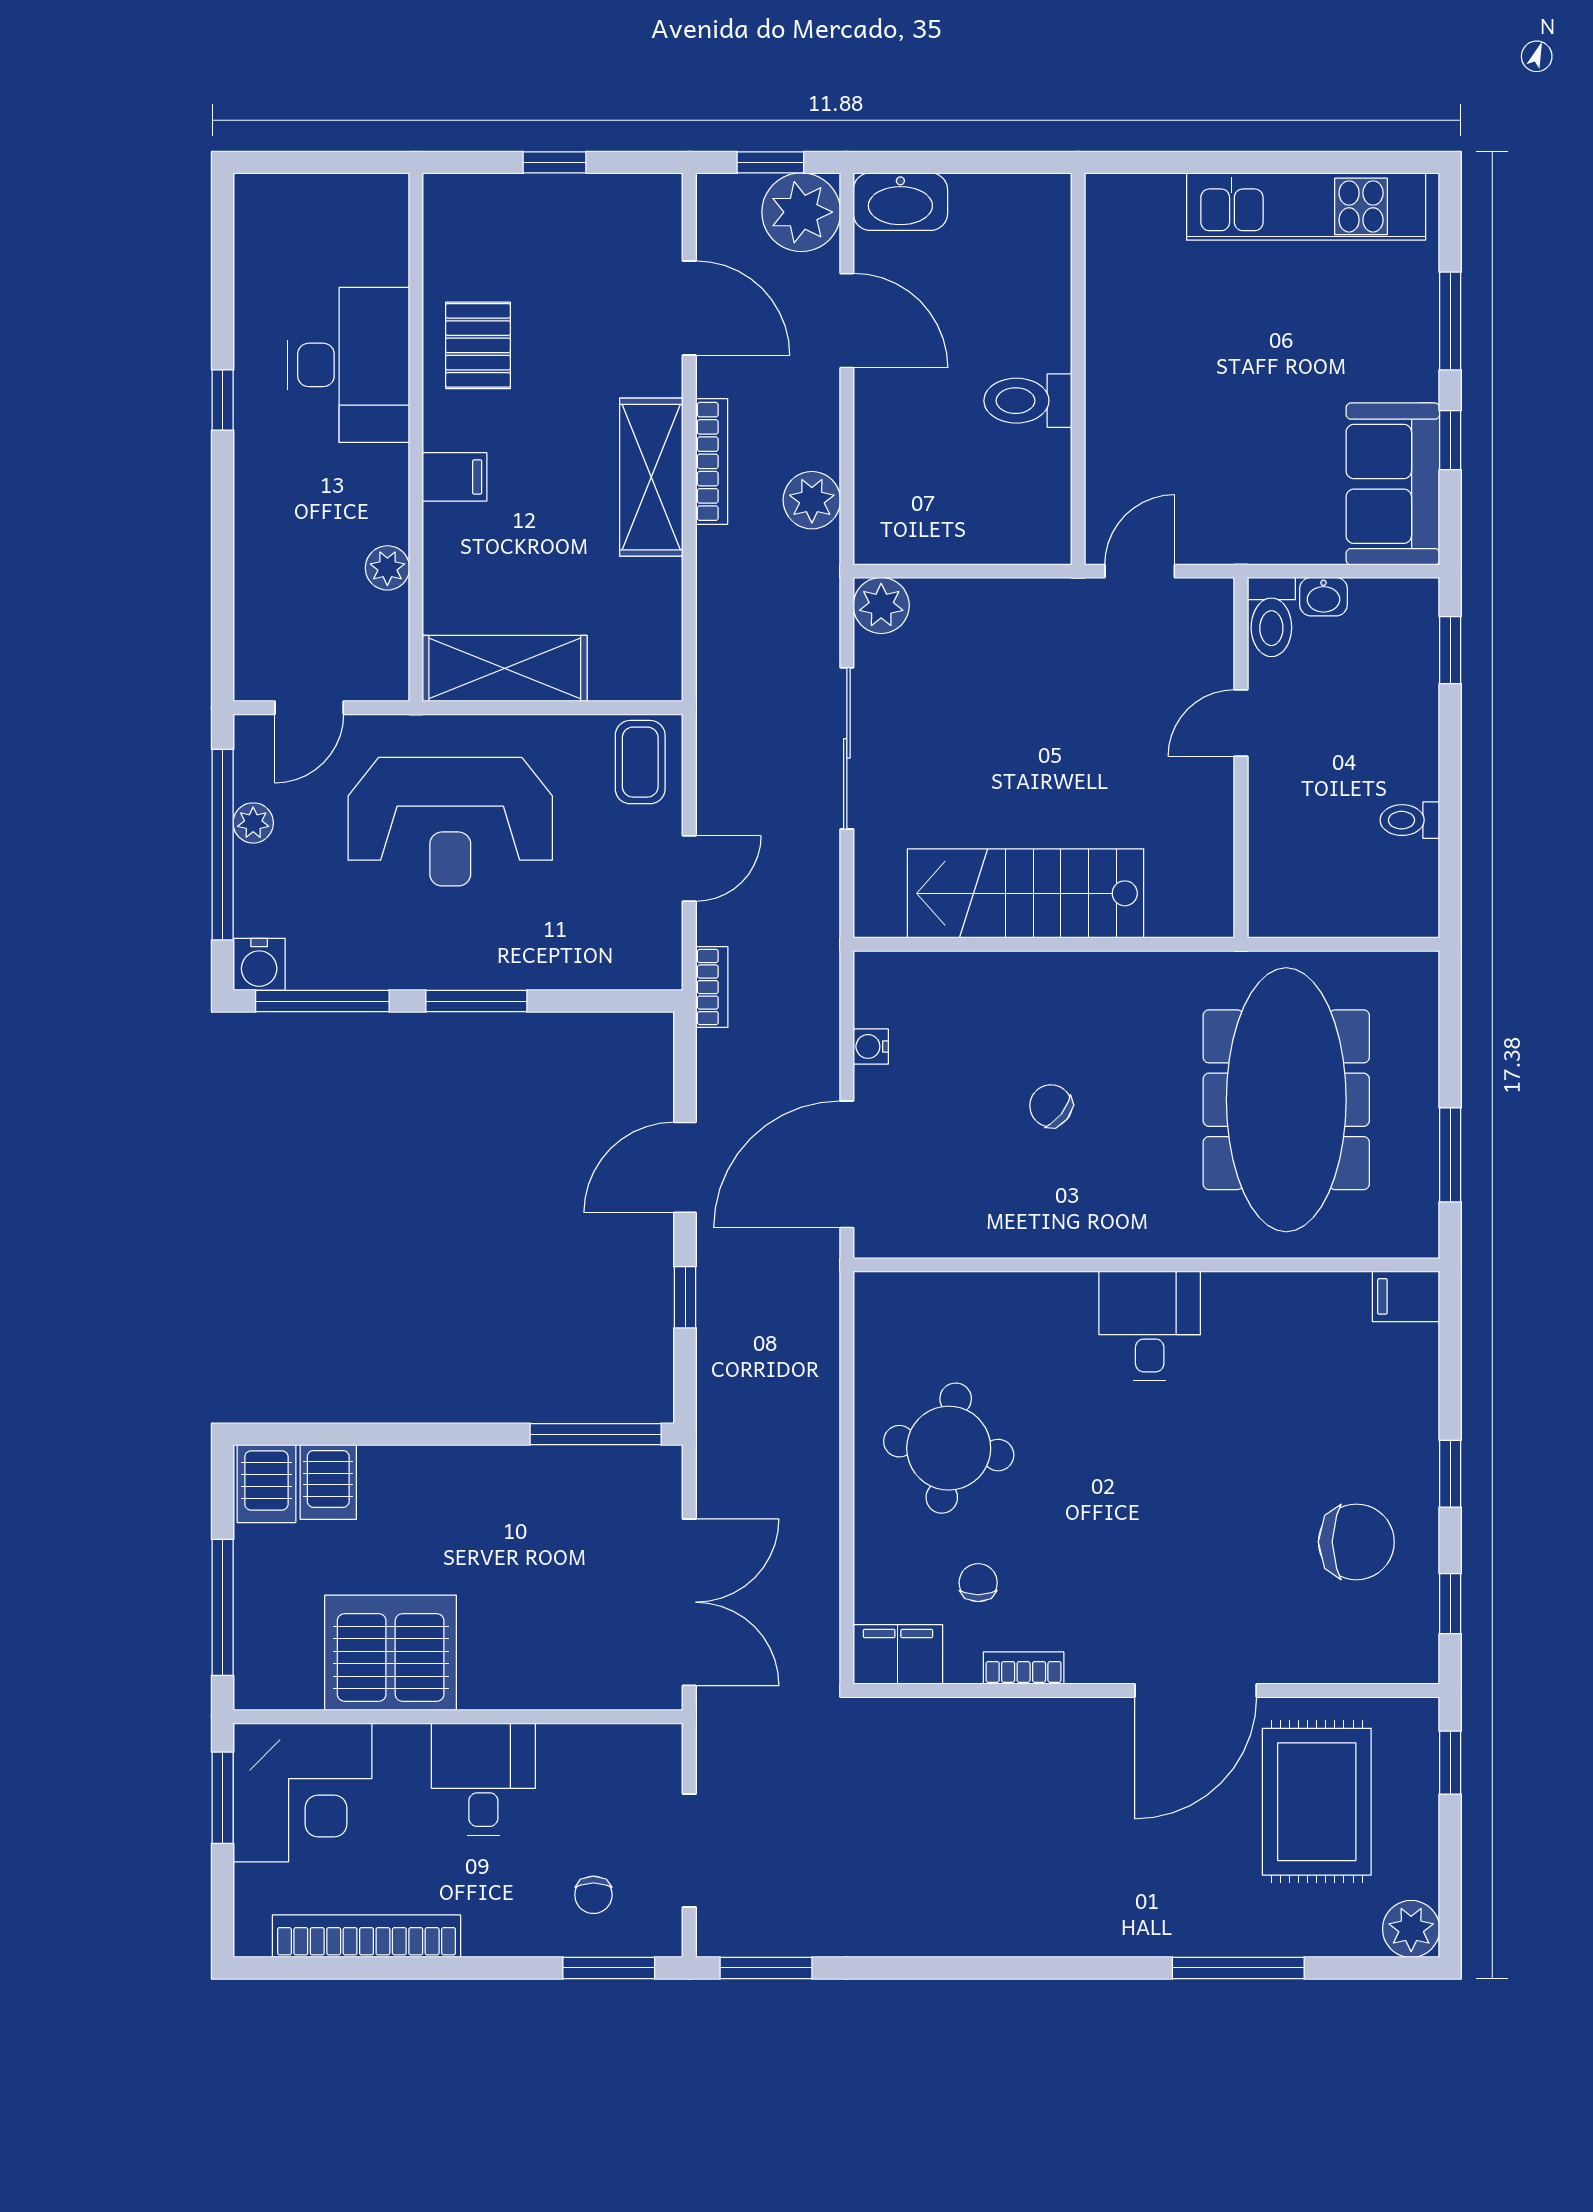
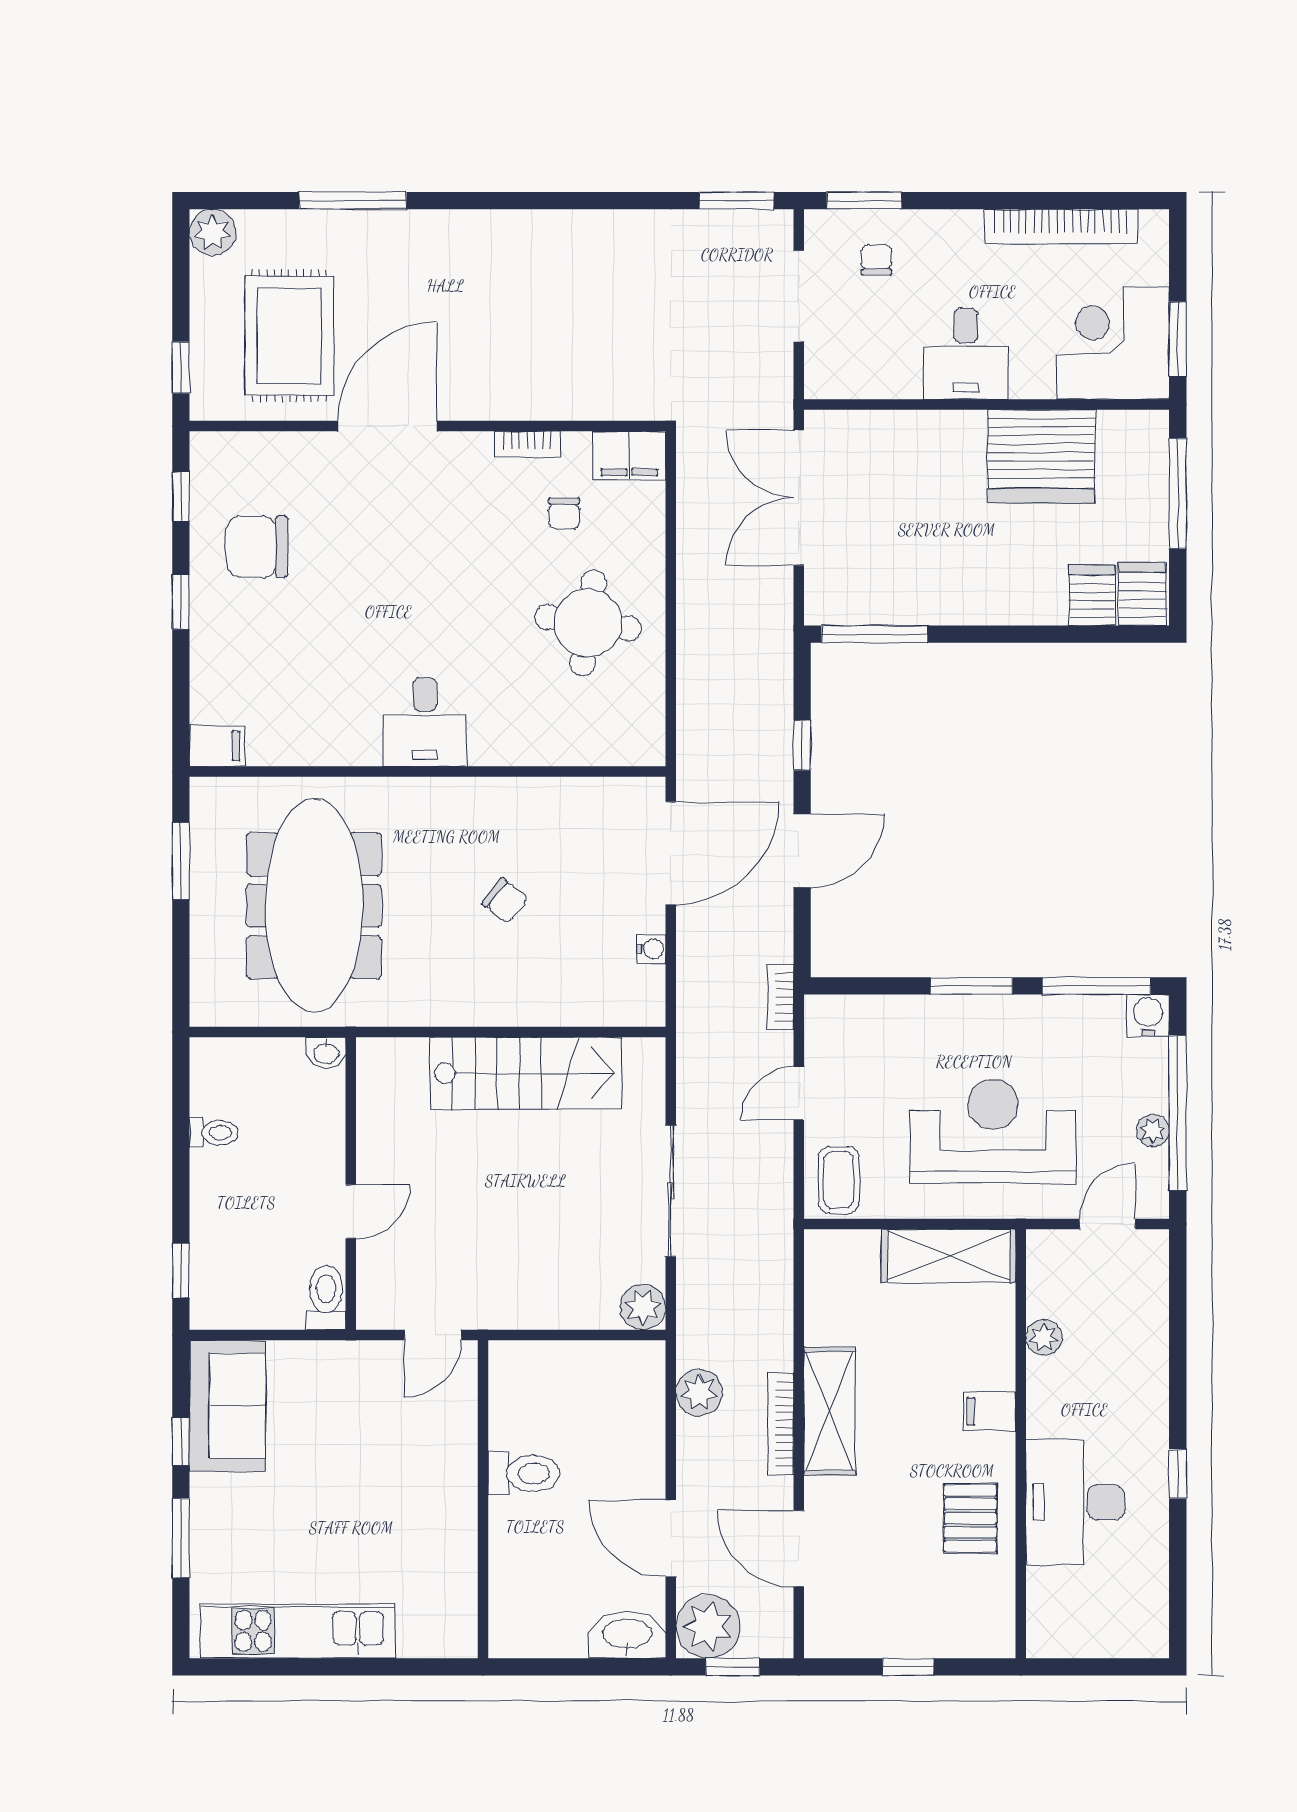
washbasin: (1324, 597) -> (326, 1053), moved, turned 180

